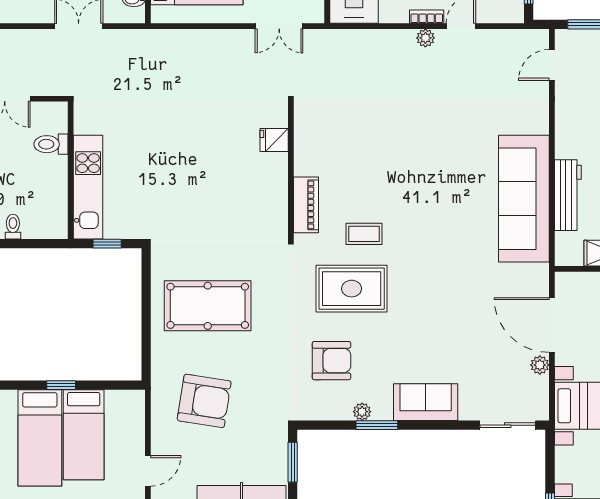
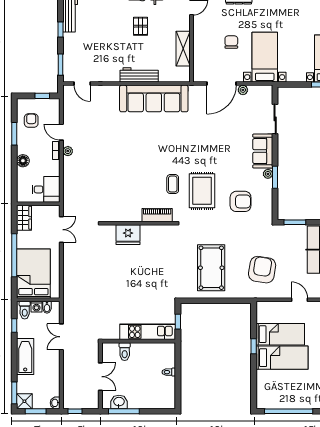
fridge: (274, 140) -> (128, 235), width x1.88, depth x1.34
workbench: (568, 195) -> (139, 75), moved
armchair: (332, 361) -> (241, 201), turned 90
plant: (362, 412) -> (268, 174), moved
sliding door: (508, 425) -> (275, 119), moved

